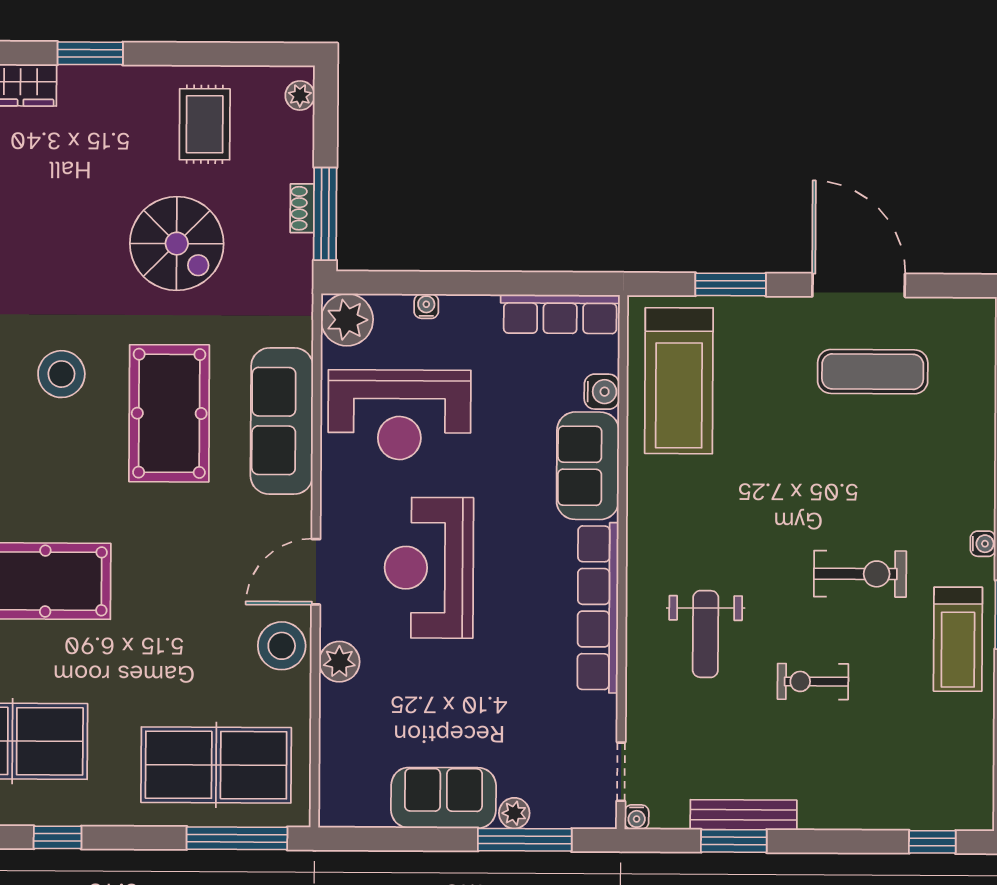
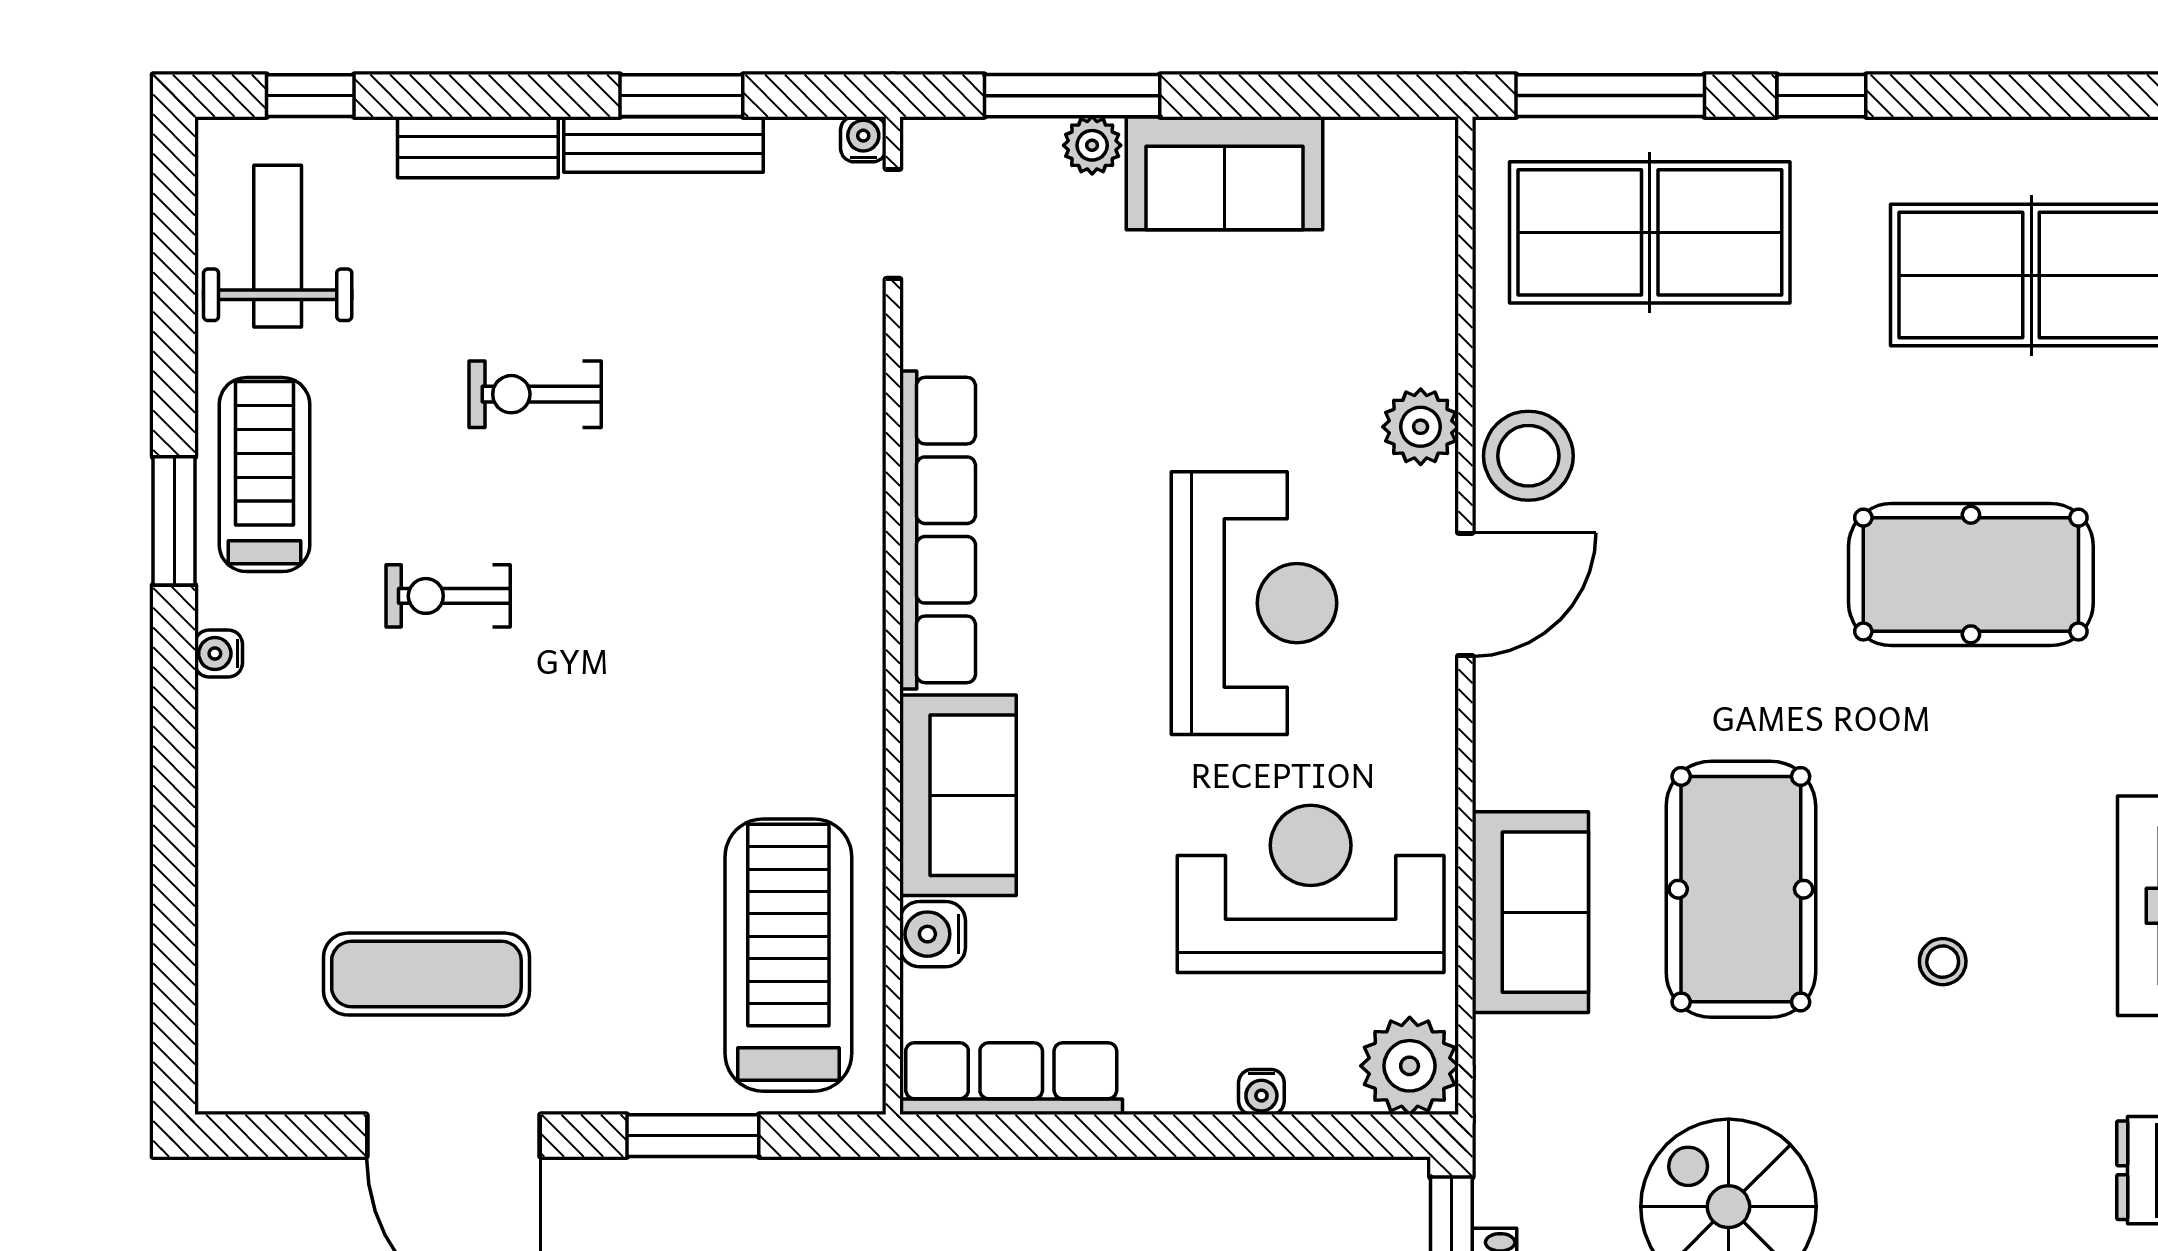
stool: (61, 374) -> (1943, 962), width x0.53, depth x0.53
sofa: (282, 421) -> (1530, 912), width x0.73
exercise bike: (860, 574) -> (448, 596), width x0.73, depth x0.72
weight bench: (706, 634) -> (278, 246), moved
exercise bike: (813, 682) -> (535, 394), turned 180
bench: (843, 814) -> (478, 147), added
window: (58, 837) -> (1821, 96), moved

